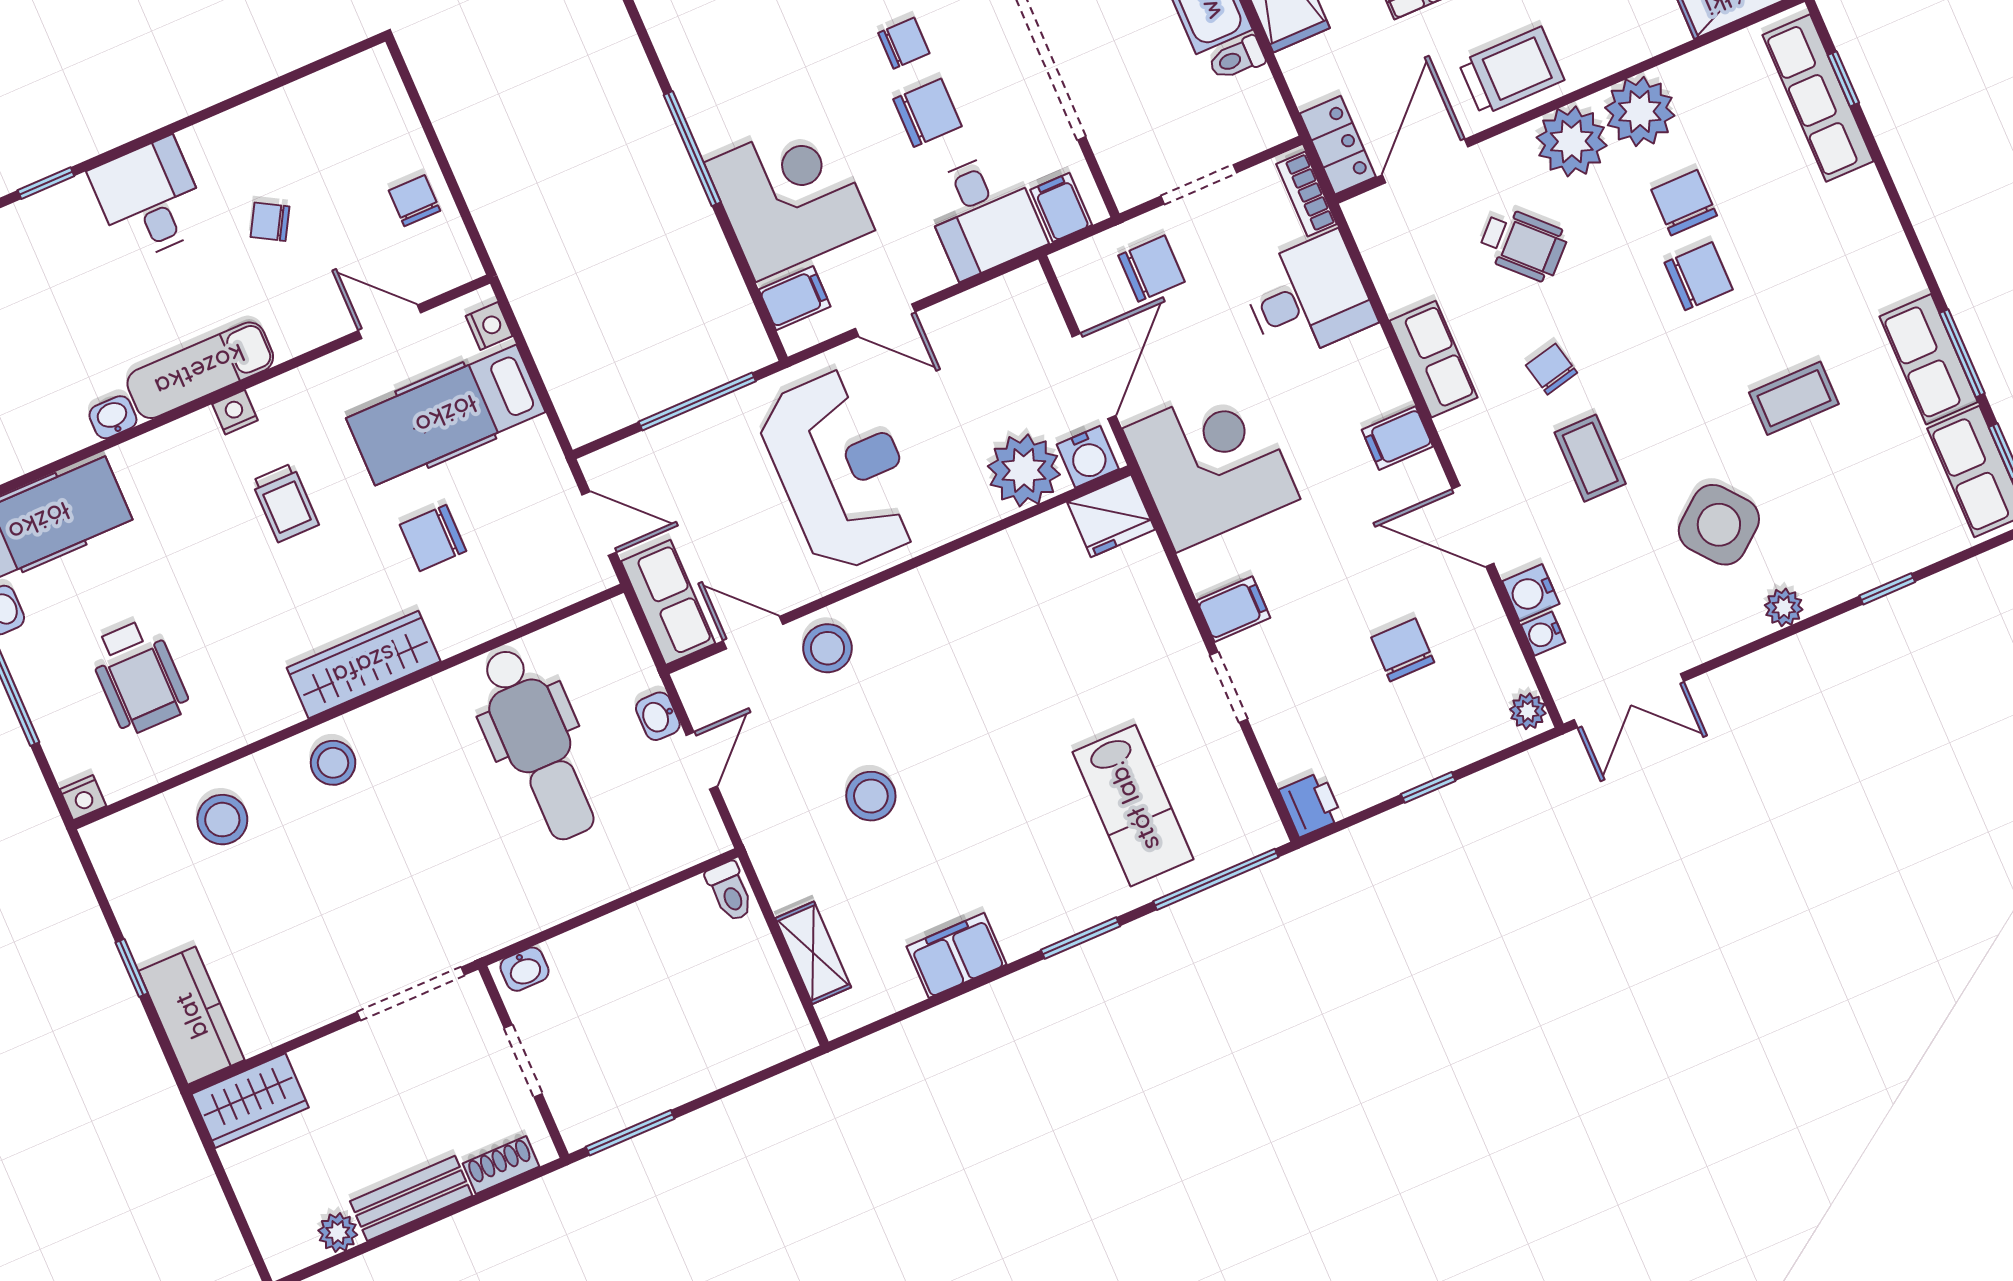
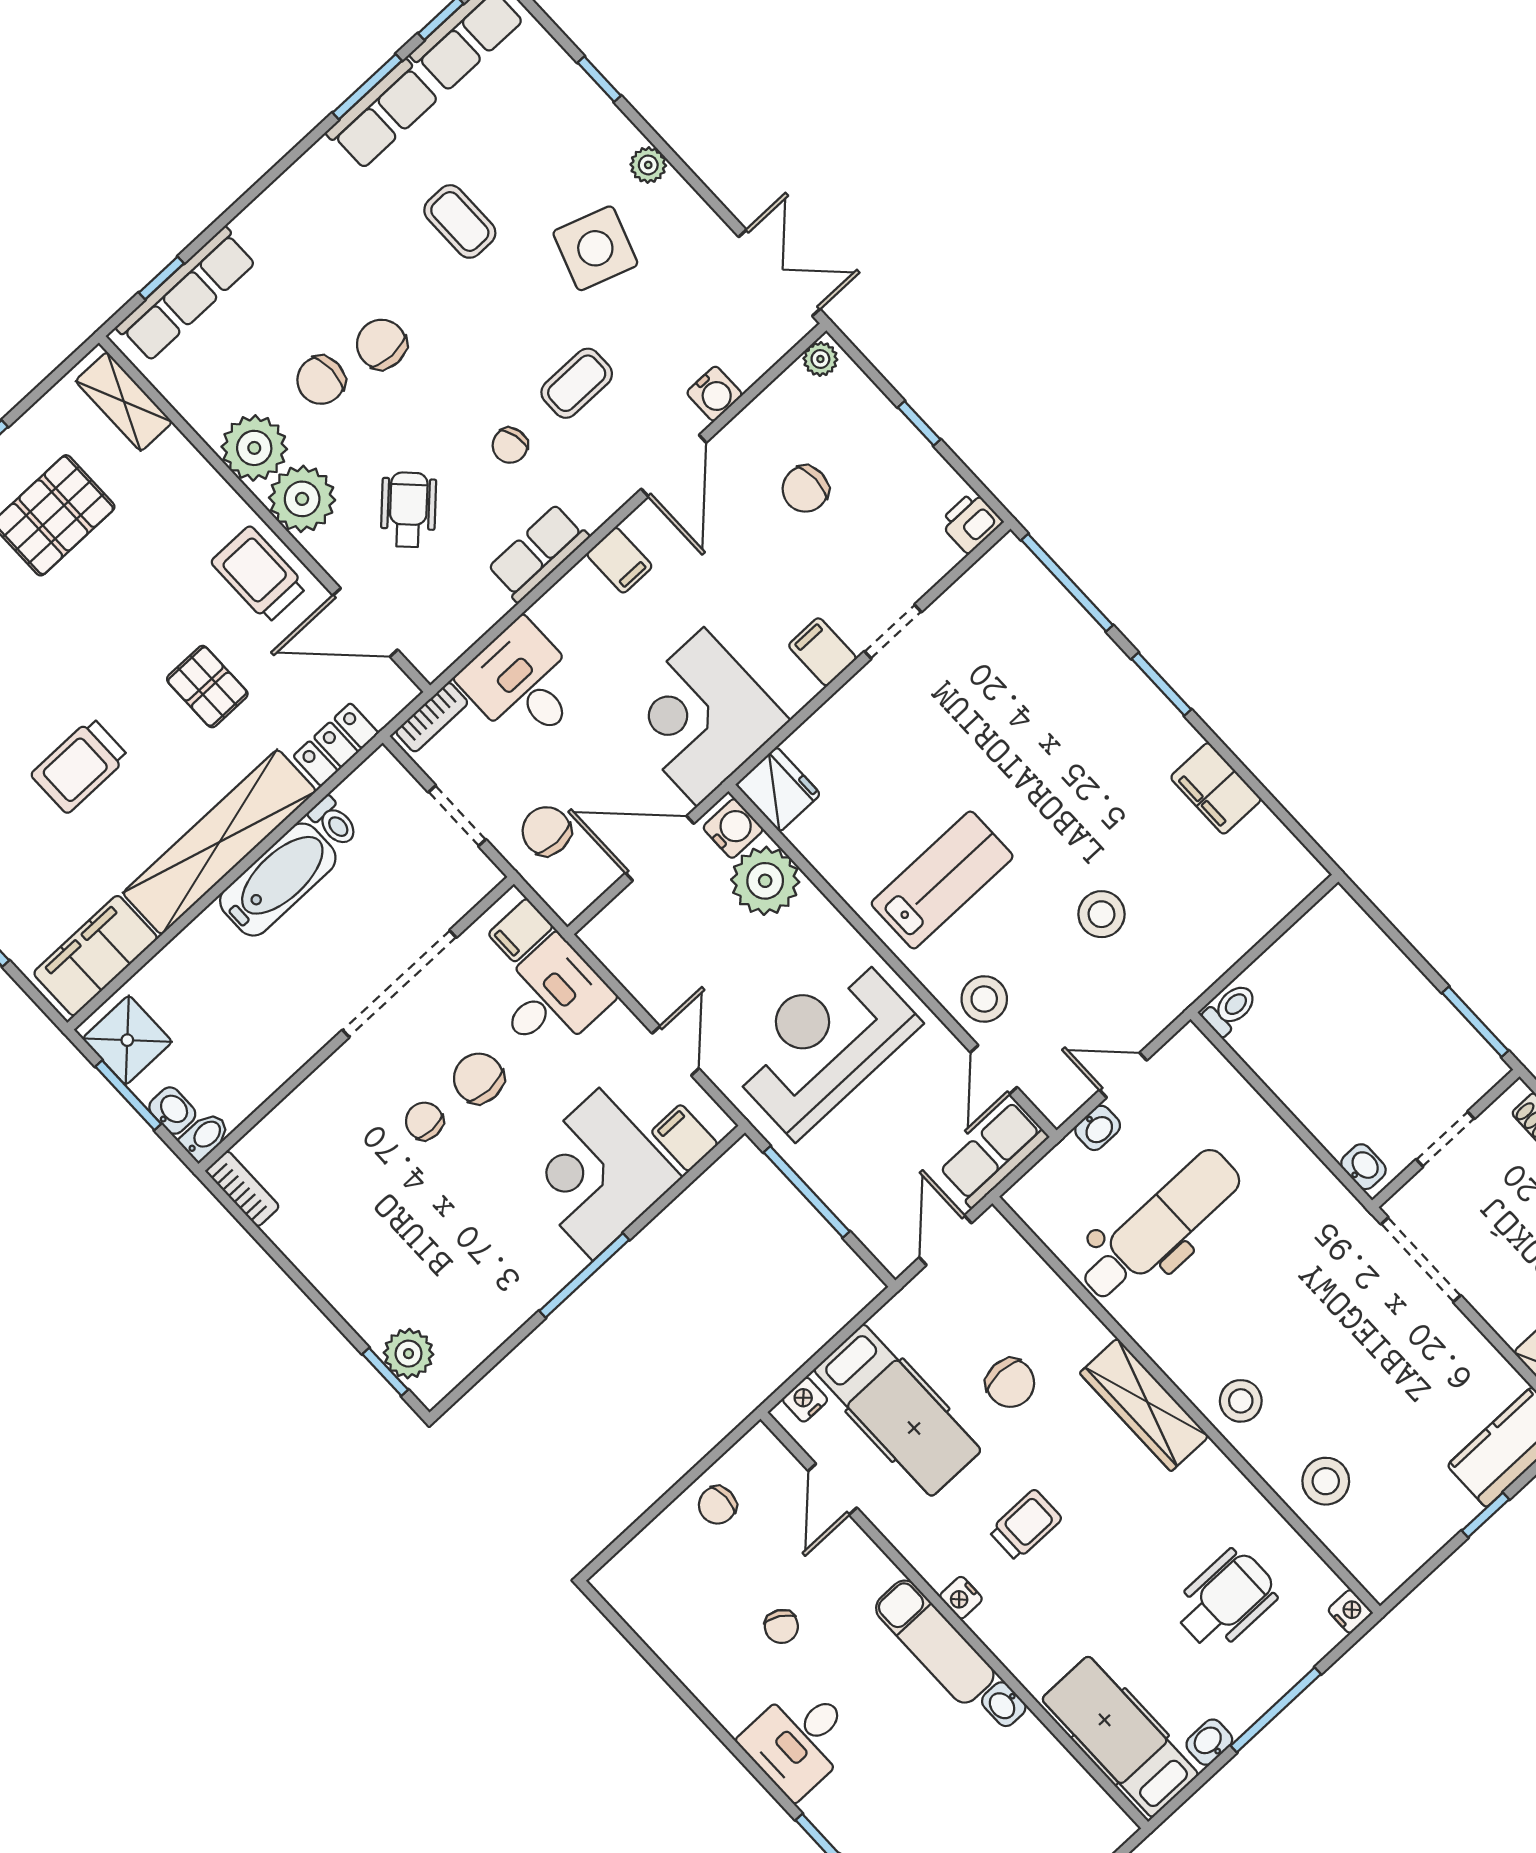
locker: (1338, 145) -> (336, 745), moved
side table: (1719, 525) -> (595, 248), turned -32
water cooler: (1543, 634) -> (747, 370), removed
lab bench: (1133, 806) -> (942, 880), moved
shelving: (813, 953) -> (1258, 916), removed

